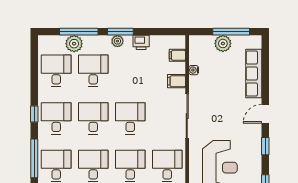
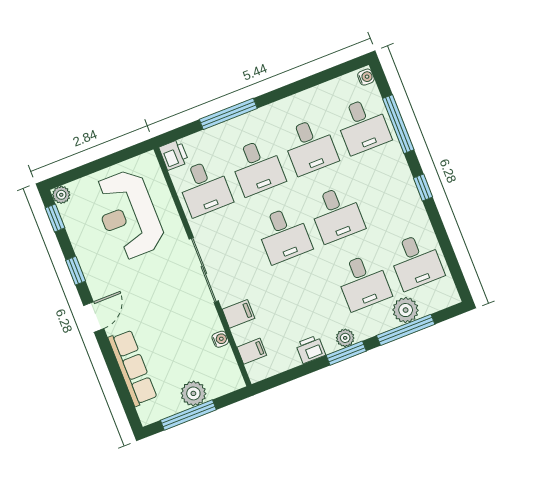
desk: (56, 118) -> (389, 193), removed

